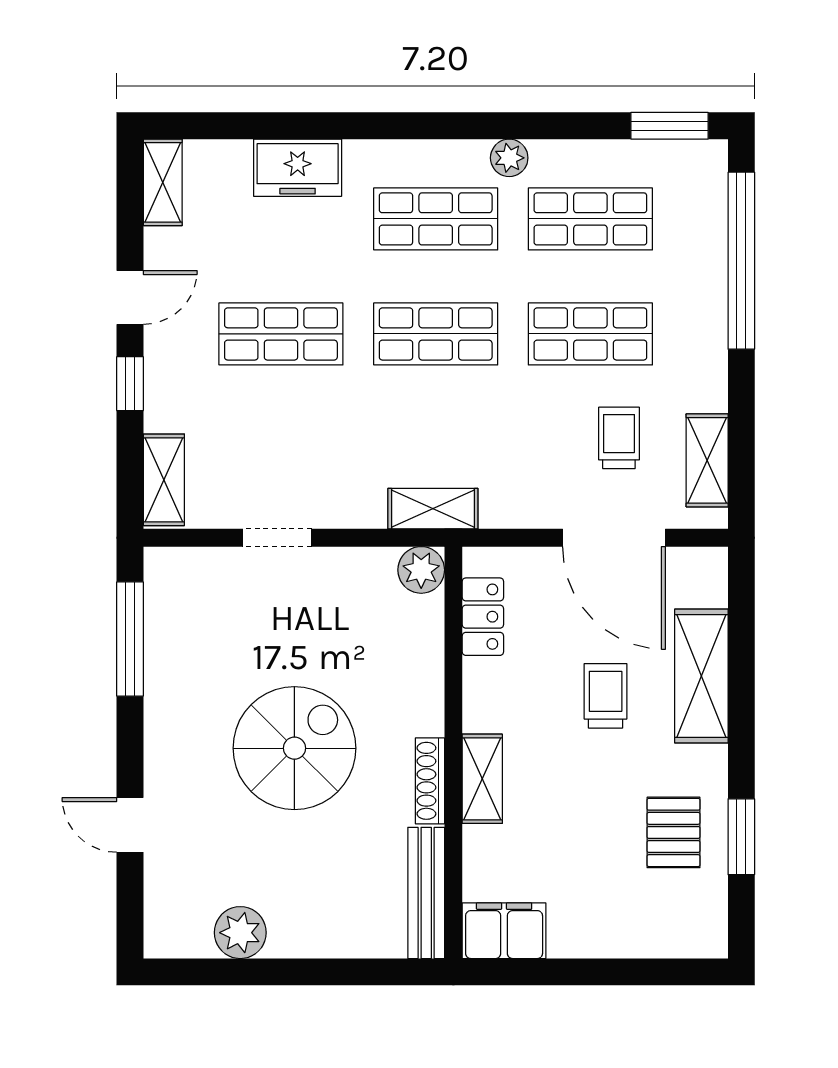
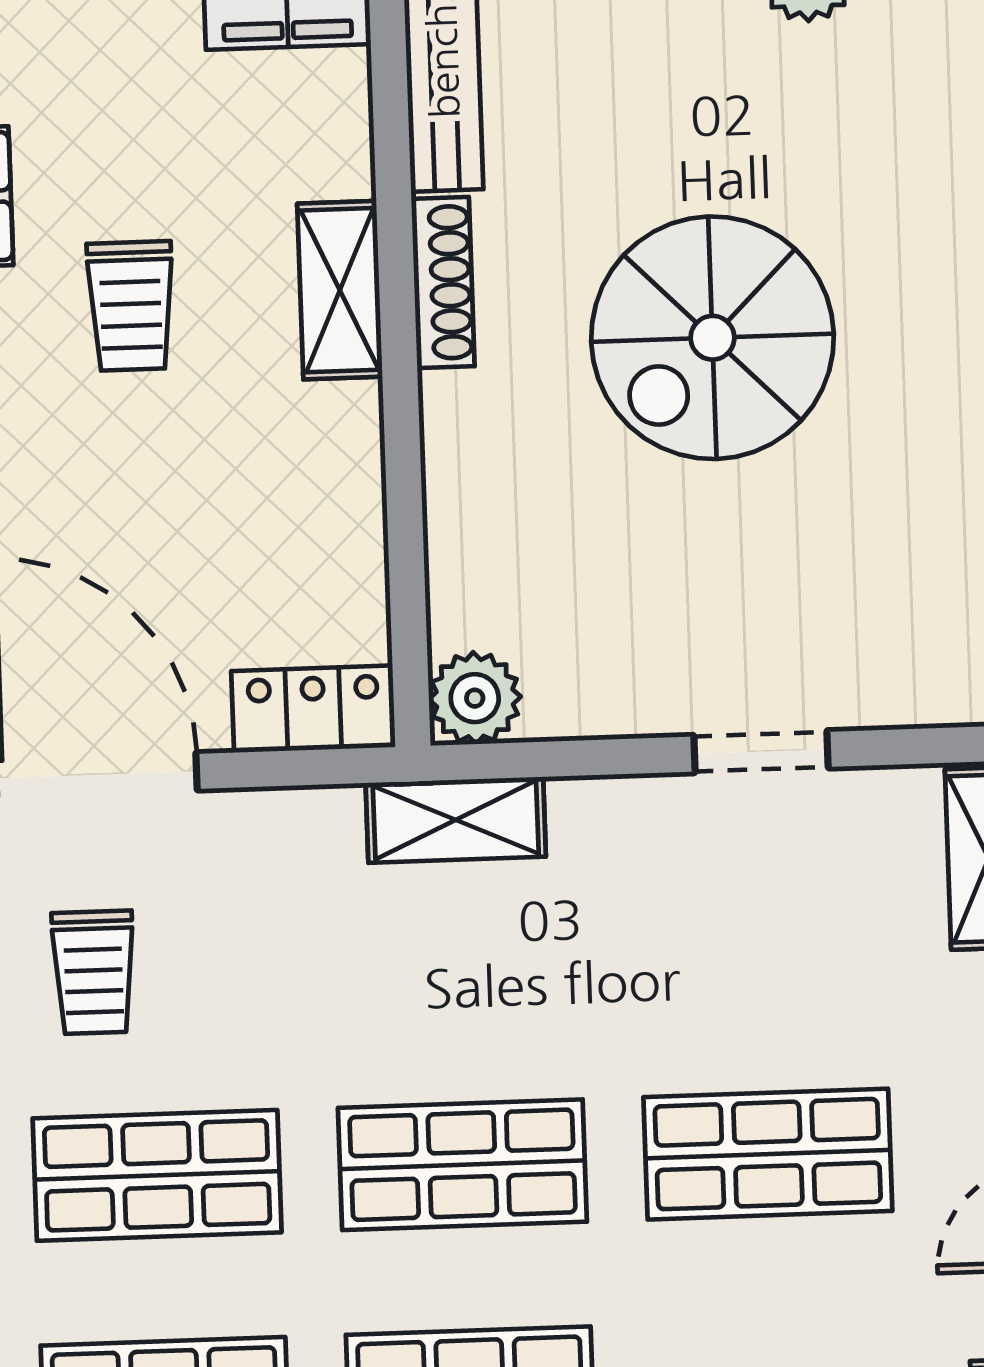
locker: (483, 617) -> (313, 709), moved, turned 90
trolley: (606, 696) -> (131, 306), moved

